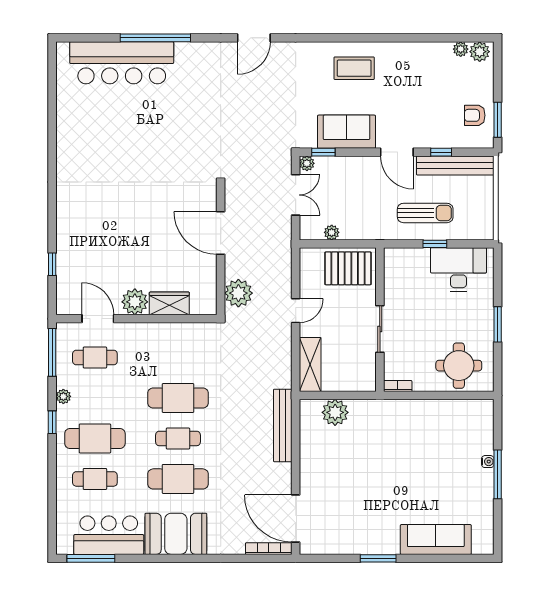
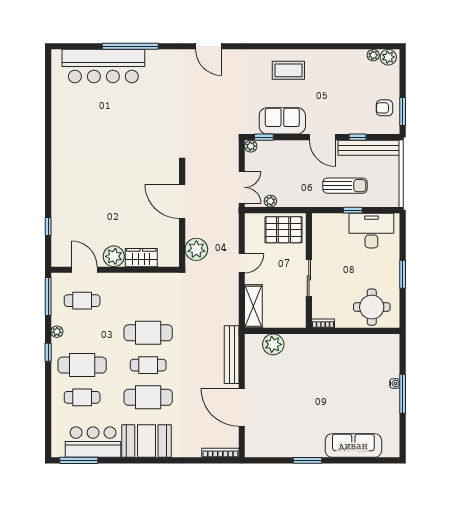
door: (254, 38) -> (209, 46), hinge flipped
double door: (296, 195) -> (242, 187), moved
door: (296, 519) -> (242, 408), moved

